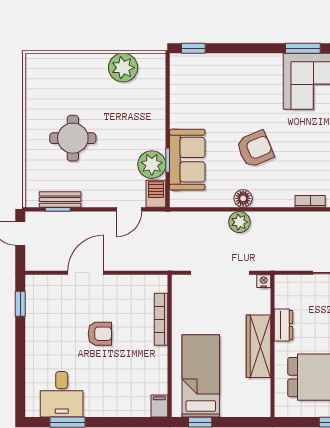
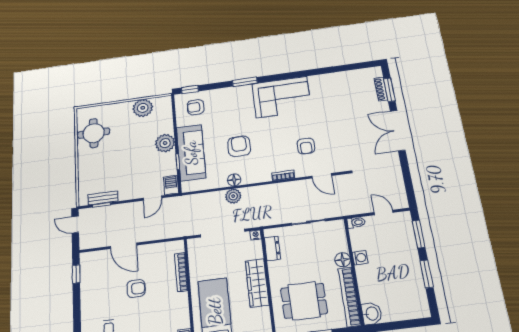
window: (303, 48) -> (245, 82), moved
armchair: (199, 78) -> (196, 107), added
round table: (73, 138) -> (94, 133), moved
armchair: (255, 149) -> (239, 146), turned -67
sofa: (187, 160) -> (191, 153), width x1.36
plant: (152, 165) -> (165, 143), moved
door: (86, 273) -> (123, 246), swing flipped
dresser: (284, 325) -> (272, 248), moved

